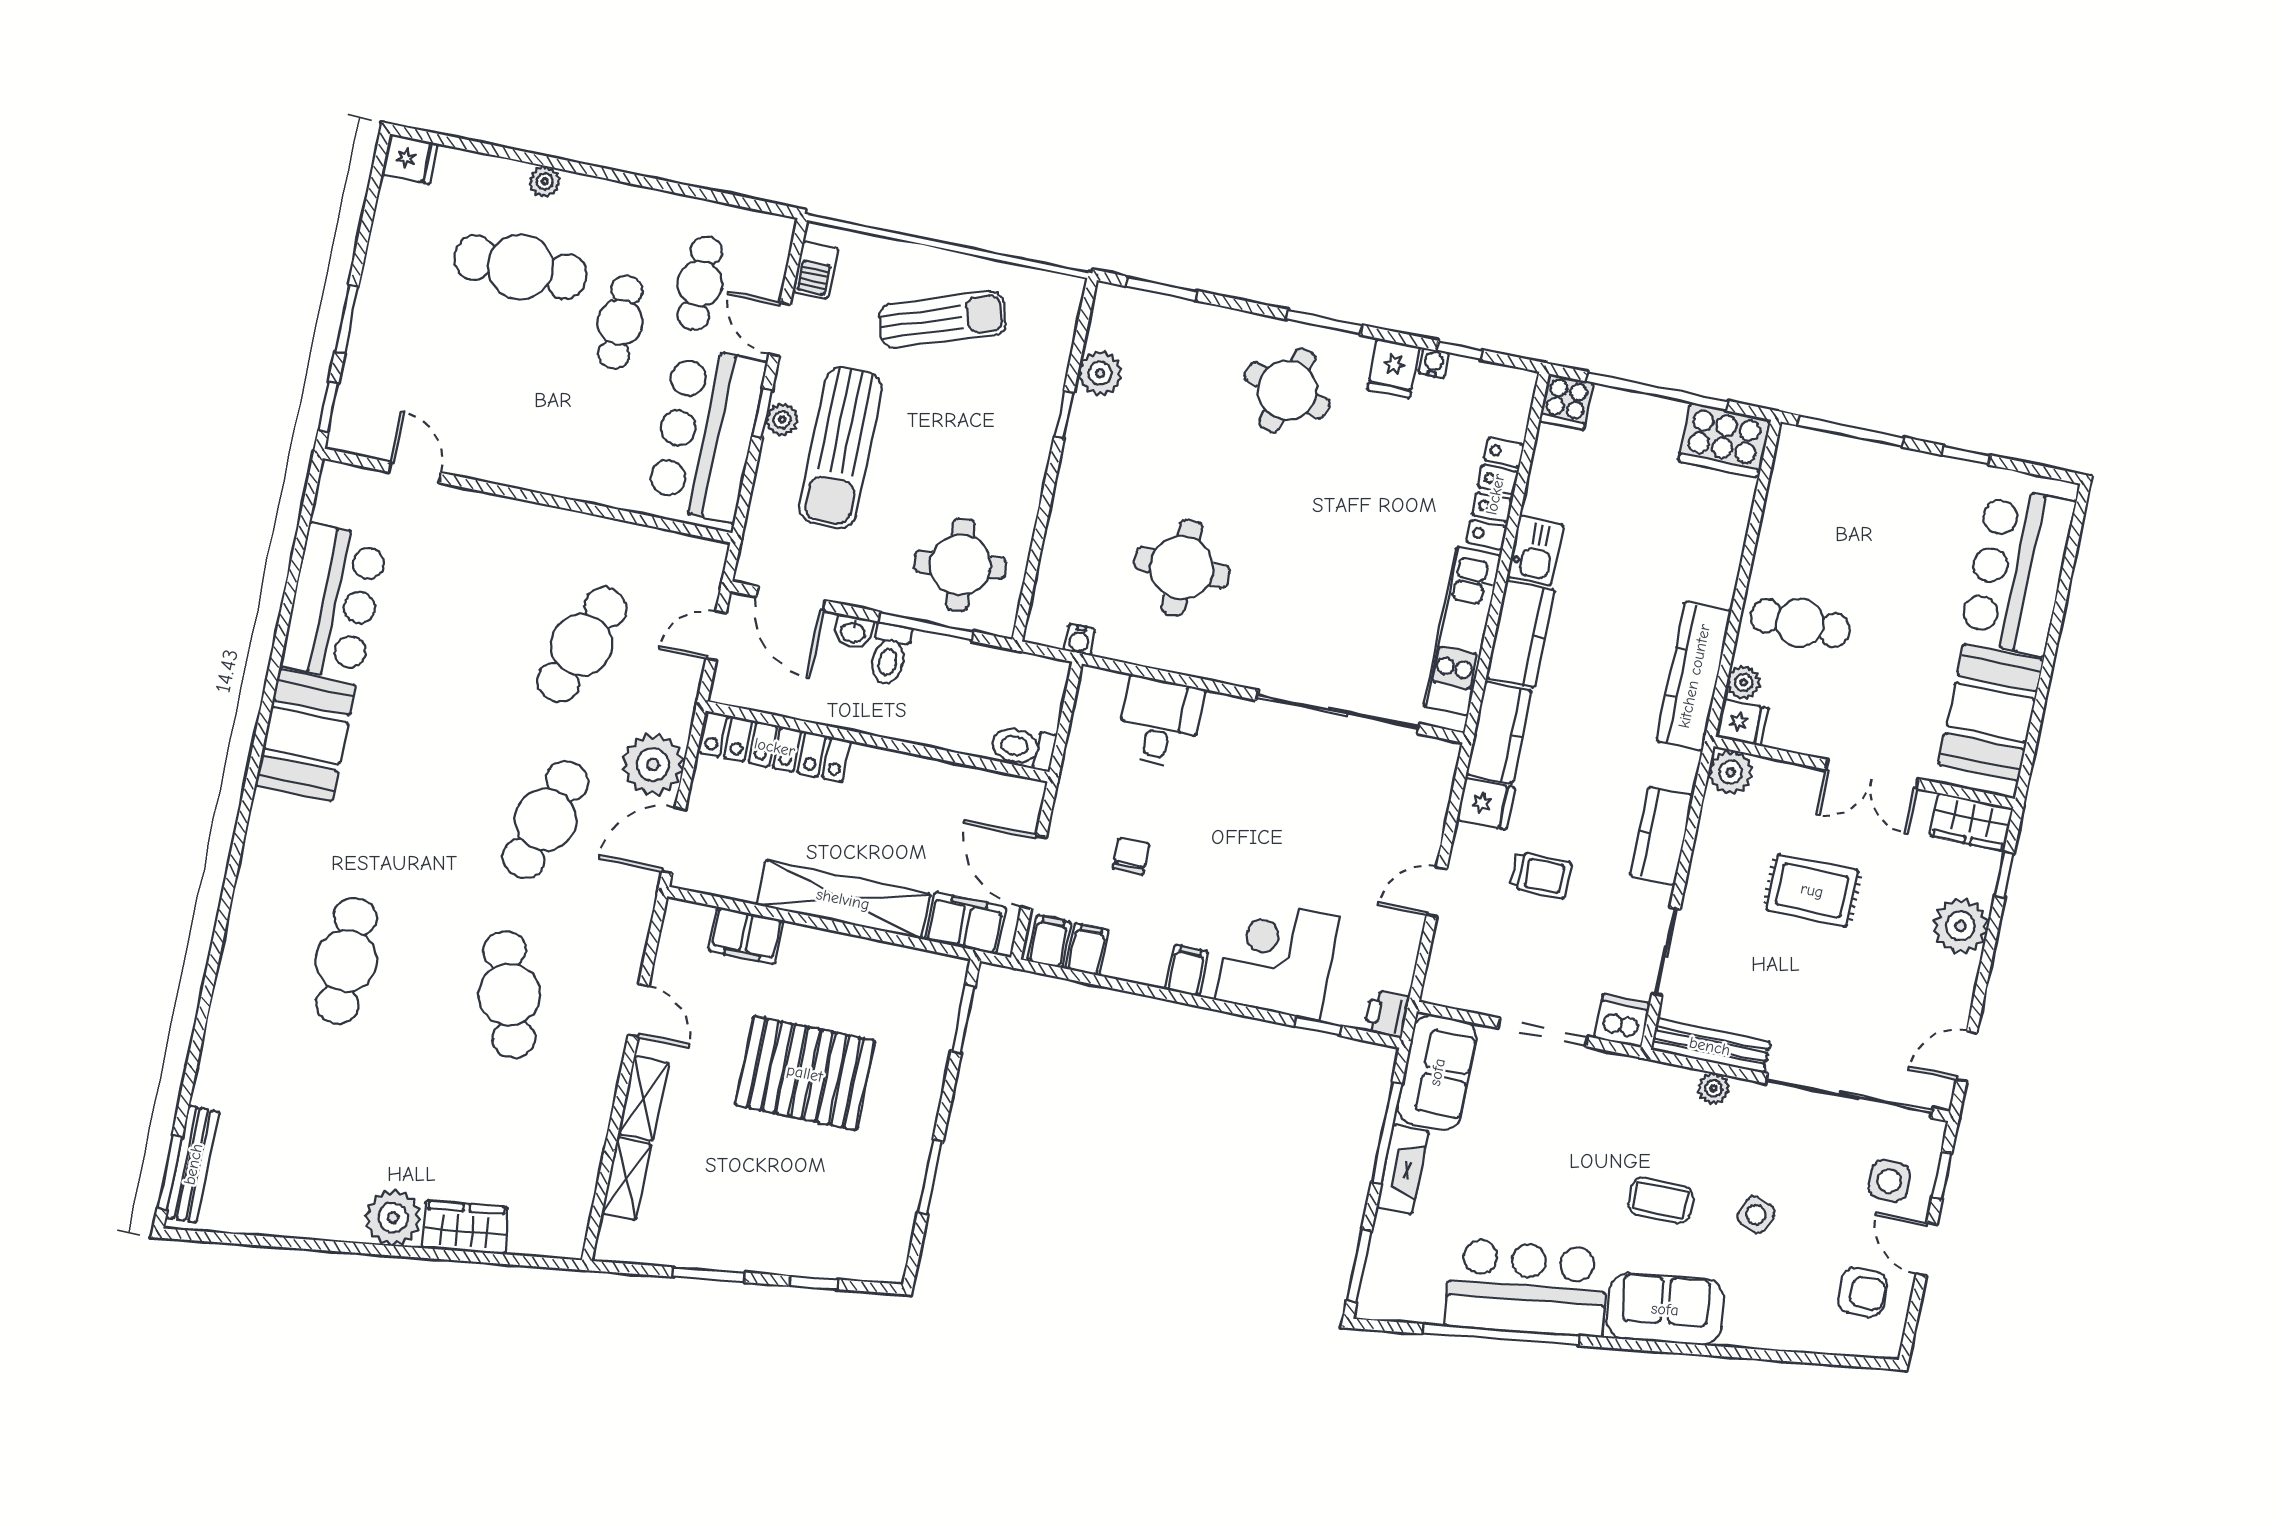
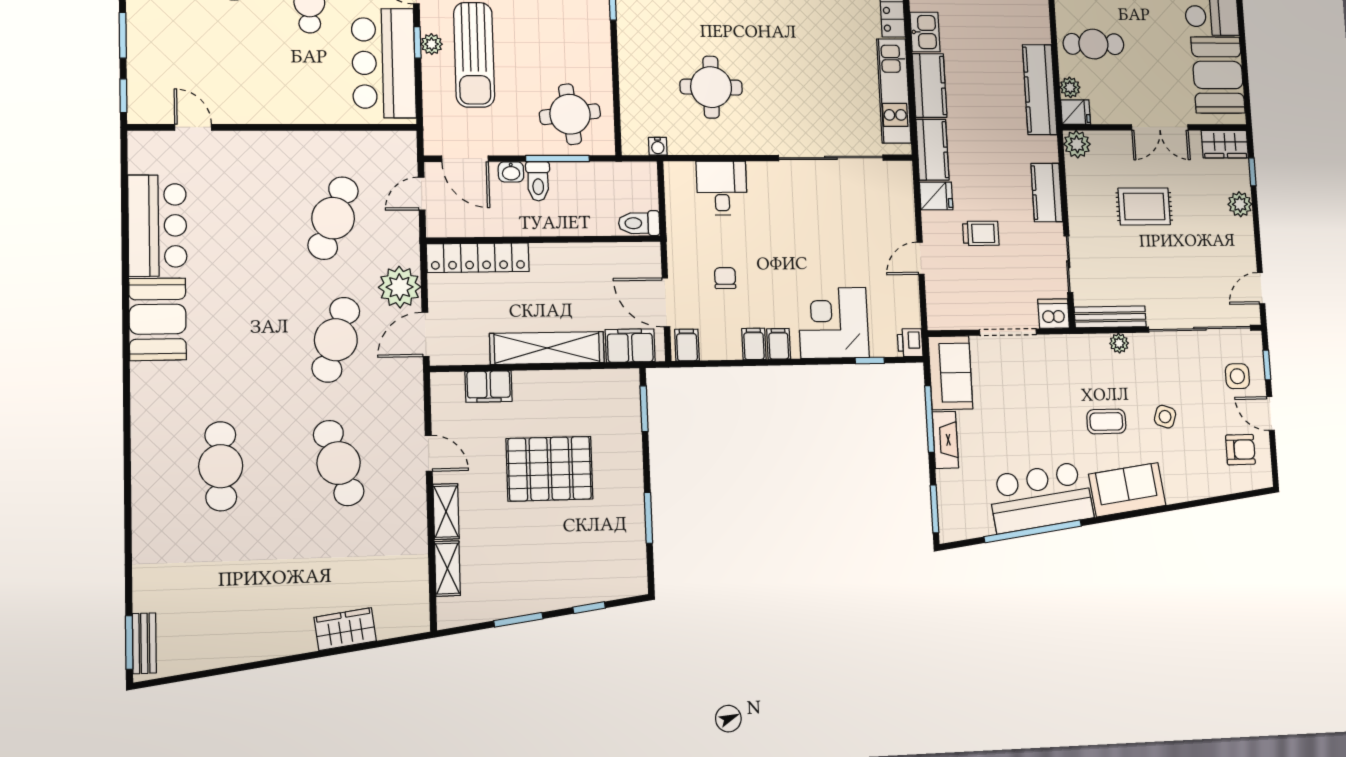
plant: (1960, 926) -> (1240, 204), width x0.73, depth x0.73
filing cabinet: (1087, 949) -> (754, 344), moved
bench: (193, 1164) -> (144, 643), width x0.73
plant: (393, 1218) -> (294, 635), removed

